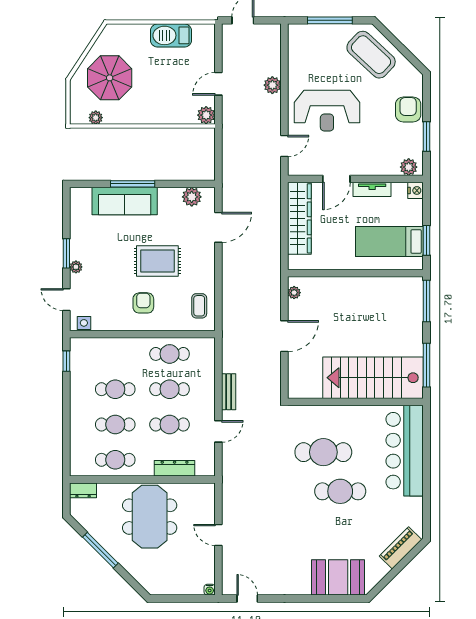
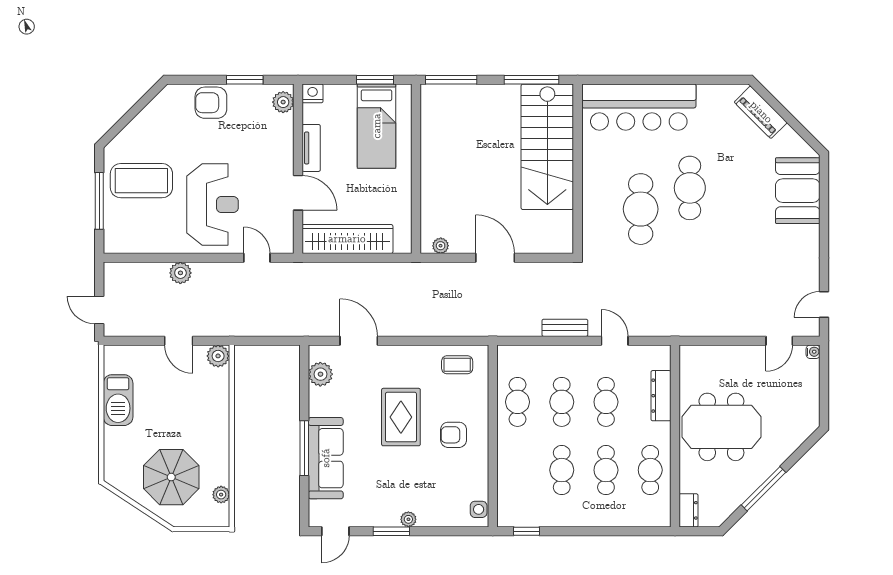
coffee table: (371, 55) -> (141, 181), moved, turned 47
door: (66, 300) -> (335, 531), moved
door: (218, 535) -> (779, 341), moved

